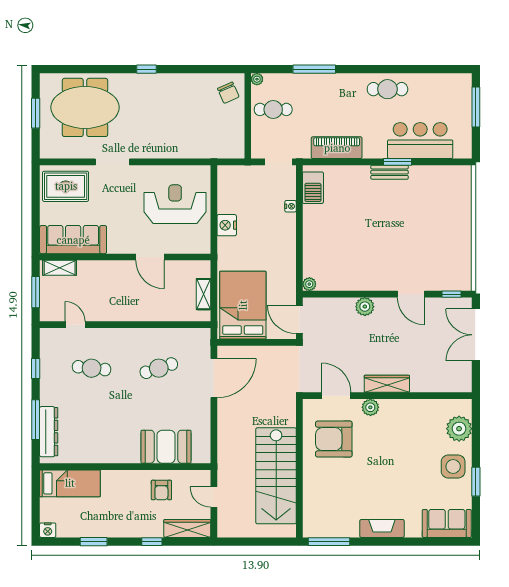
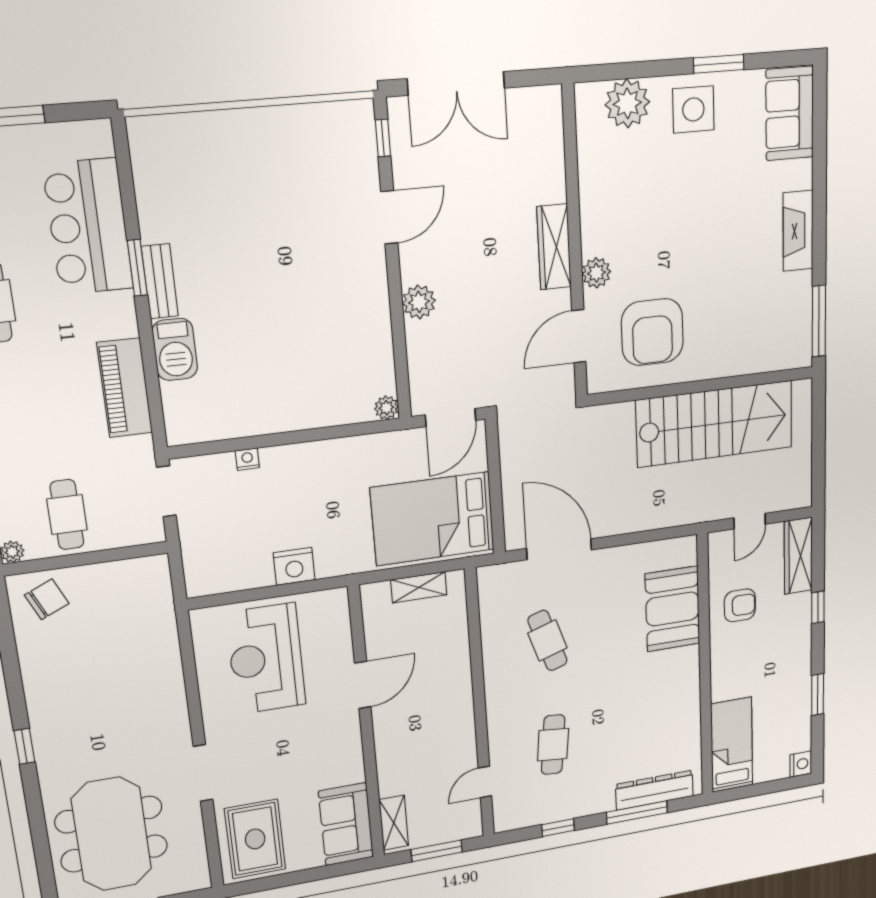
barbecue: (313, 188) -> (175, 349), moved, turned 90
sofa: (73, 240) -> (346, 824), width x0.73

